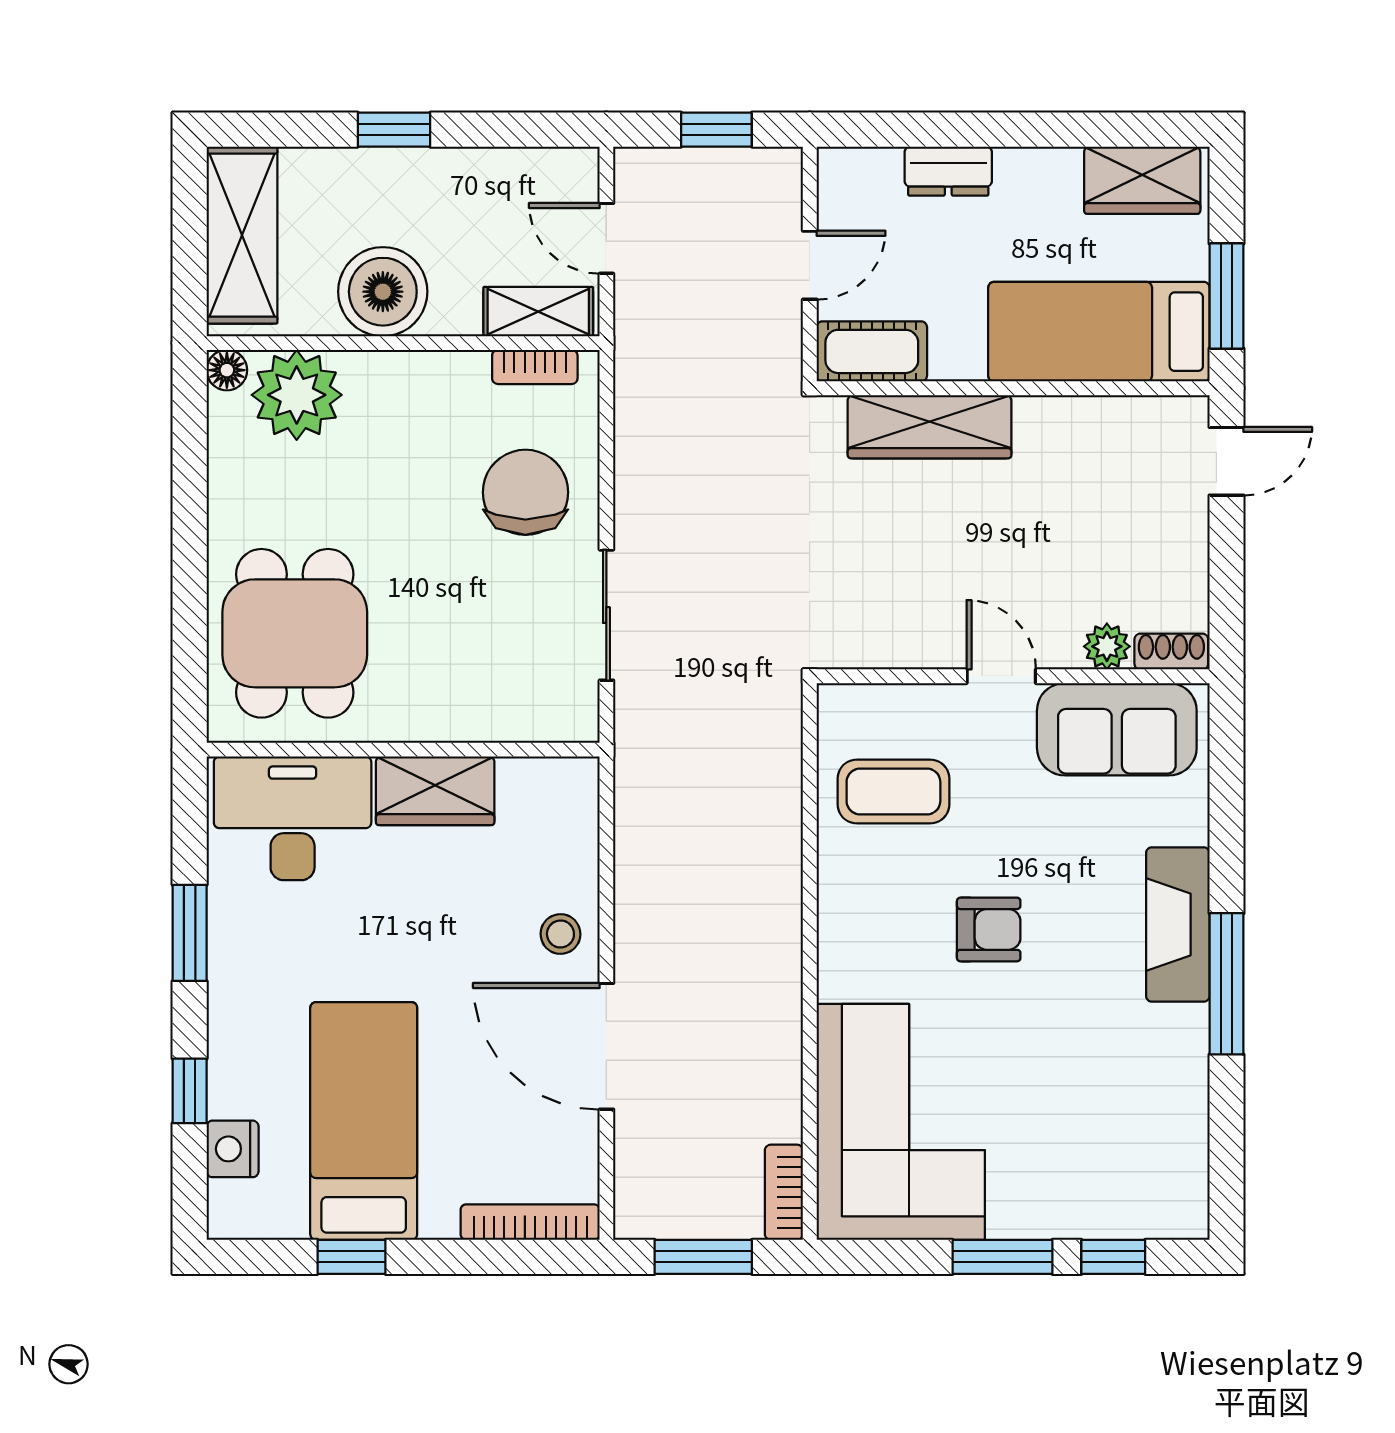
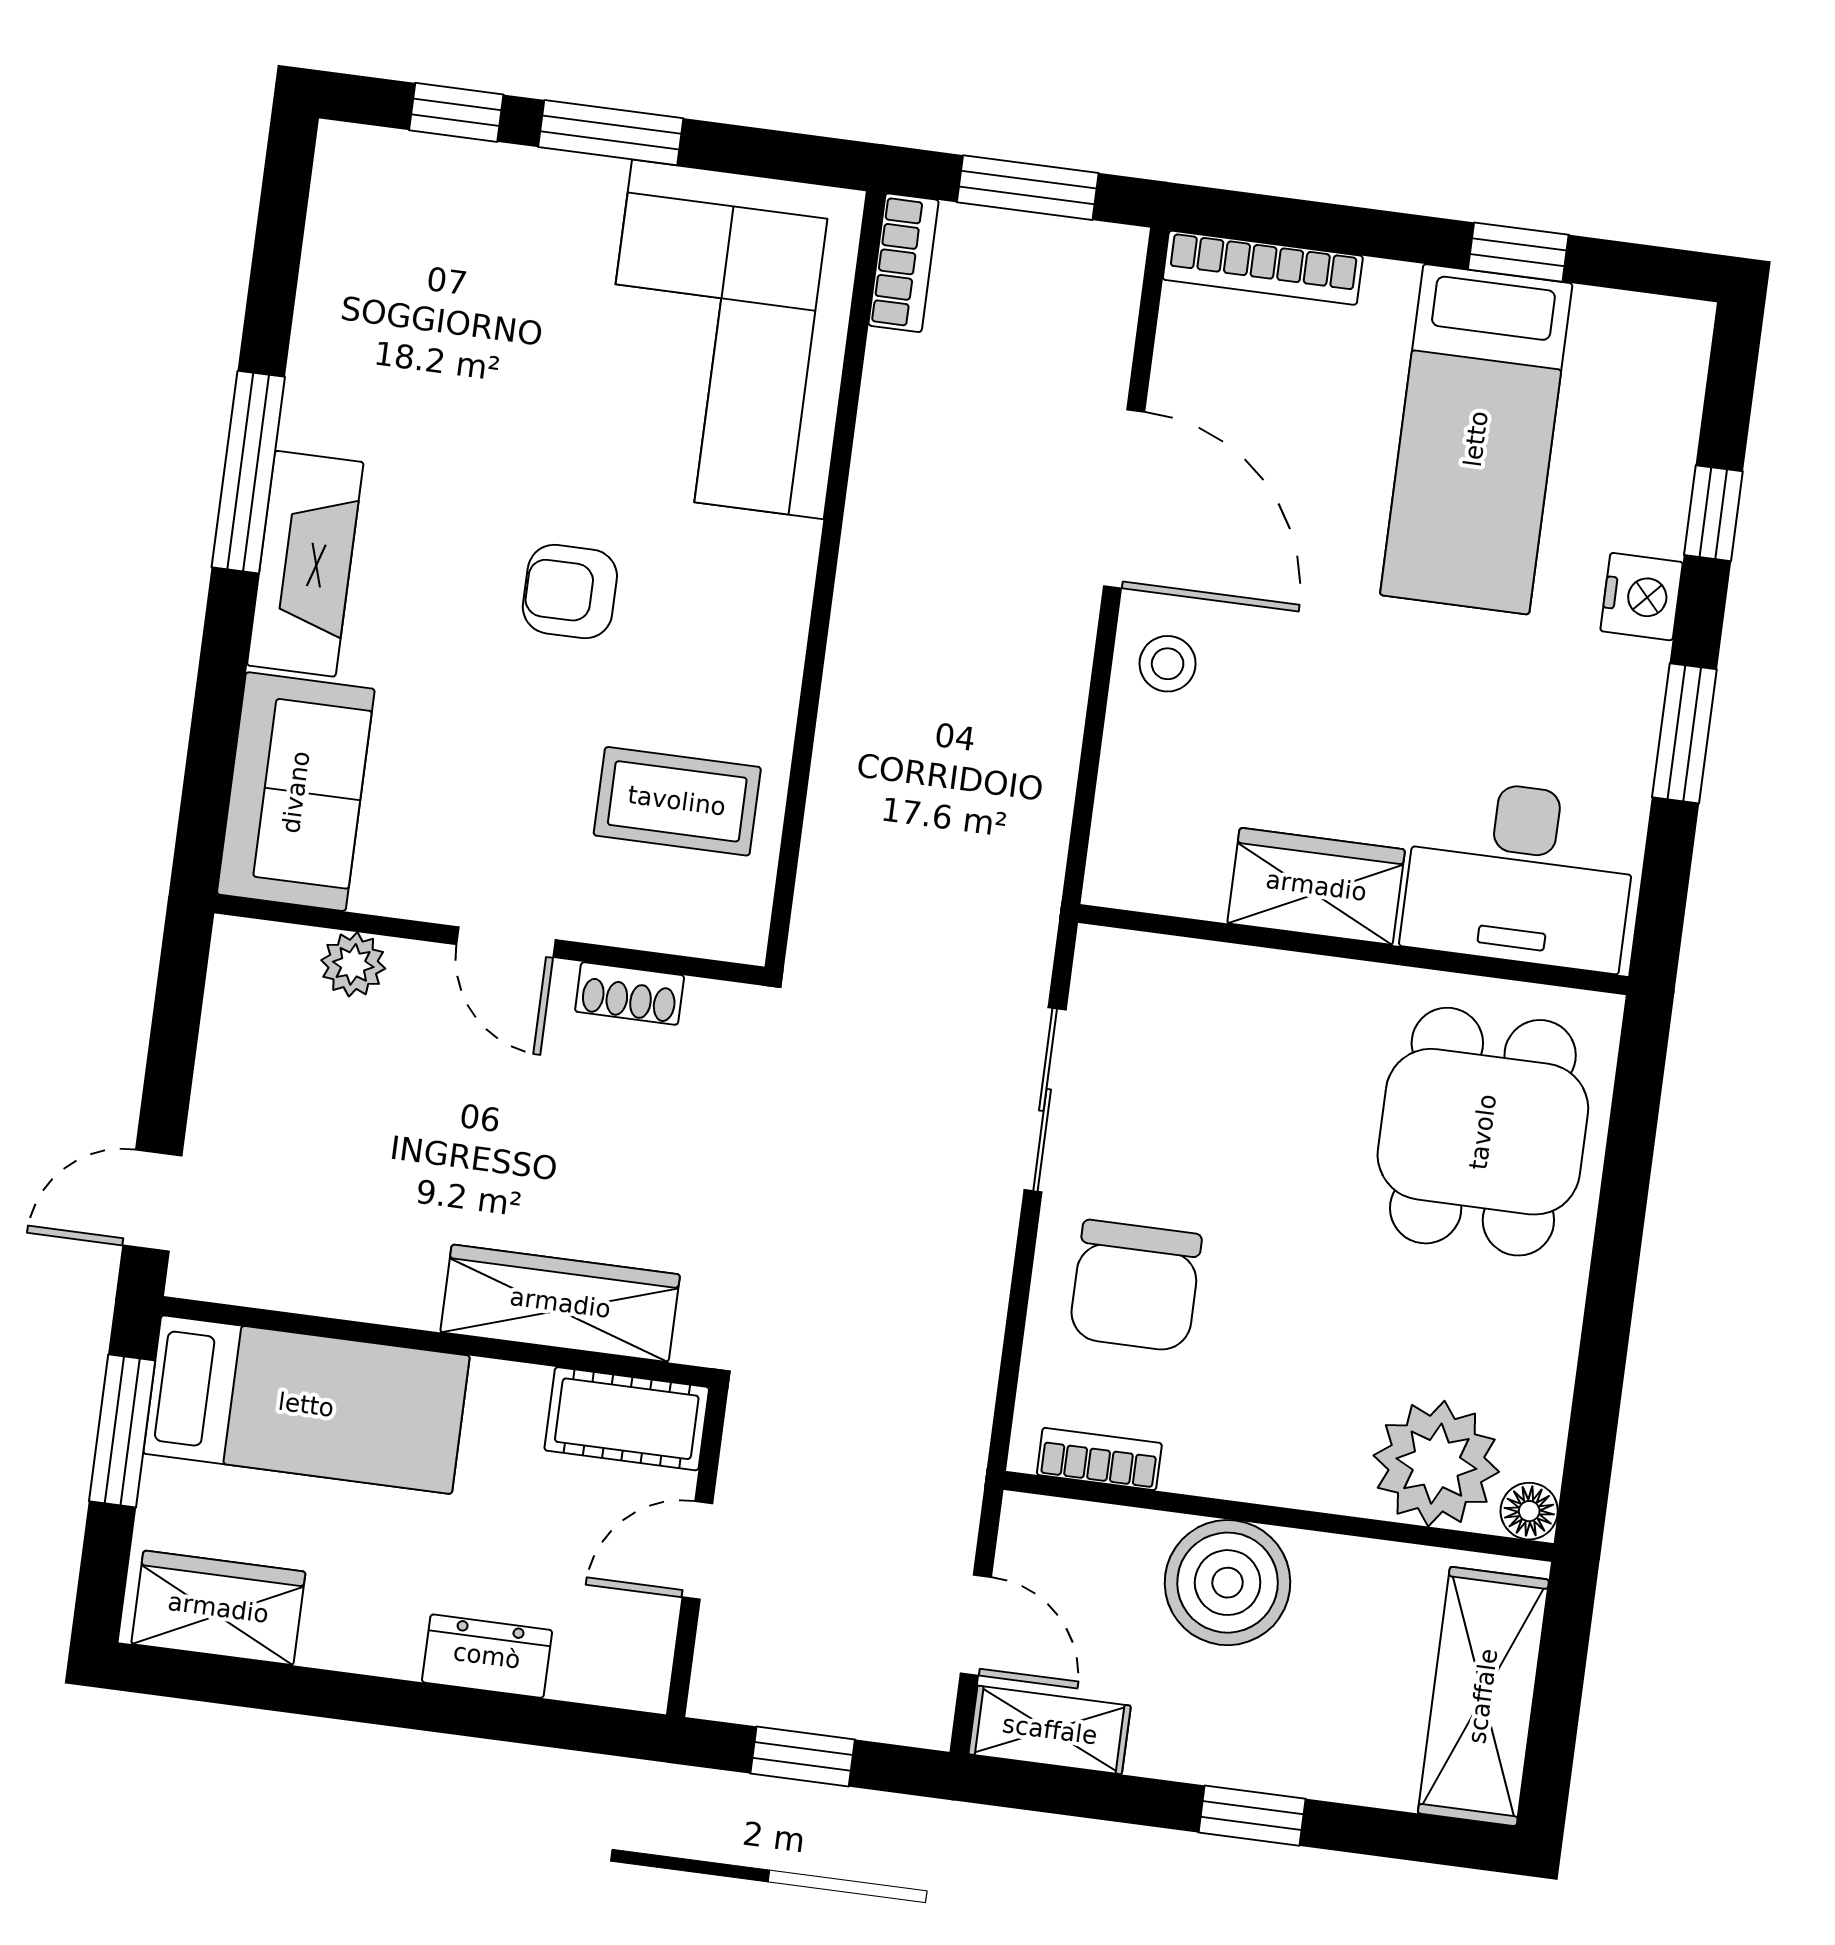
boiler: (383, 292) -> (1228, 1583), moved
shelving: (538, 312) -> (1050, 1730), moved
shoe rack: (1171, 652) -> (630, 993), moved
sofa: (1117, 729) -> (296, 792), moved, turned 90
nightstand: (233, 1149) -> (1642, 597), moved

